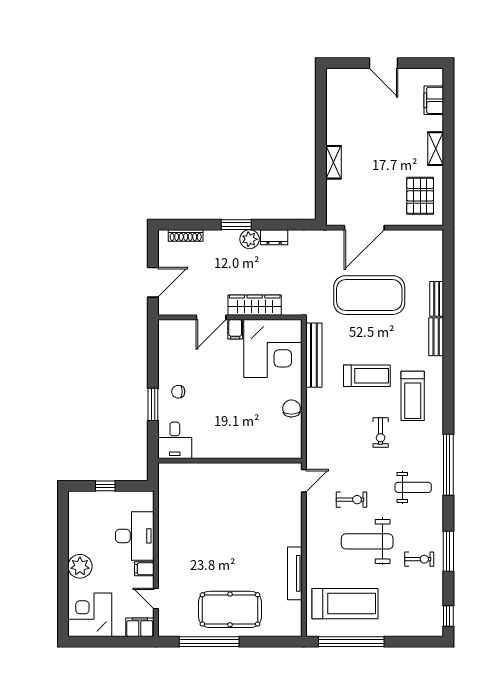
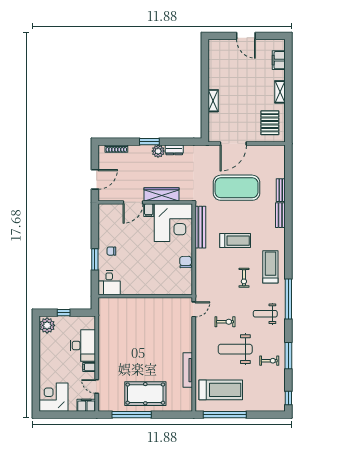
treadmill: (413, 396) -> (270, 267), moved, turned 180
weight bench: (413, 487) -> (265, 314), turned 180
plant: (80, 566) -> (47, 325), moved

